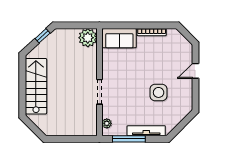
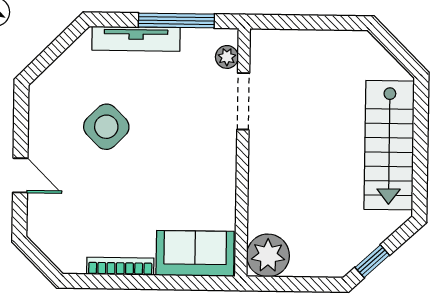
door: (195, 71) -> (20, 175), hinge flipped
doorway: (99, 92) -> (243, 101), moved
side table: (159, 92) -> (106, 127), turned 45

